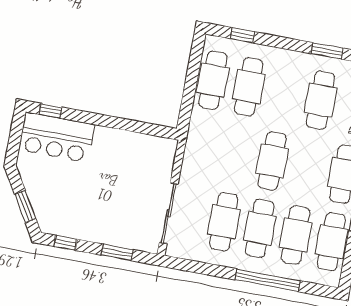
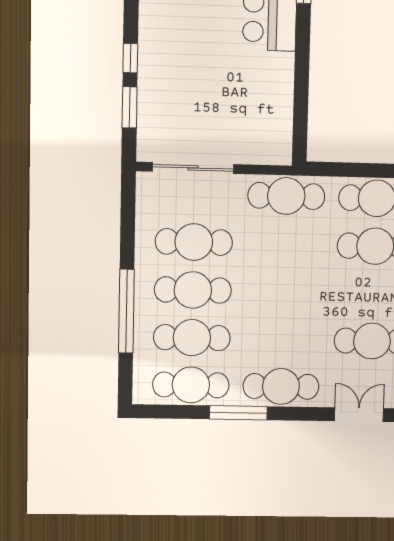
cafe table: (272, 161) -> (286, 196), moved
window: (66, 243) -> (130, 58), moved

